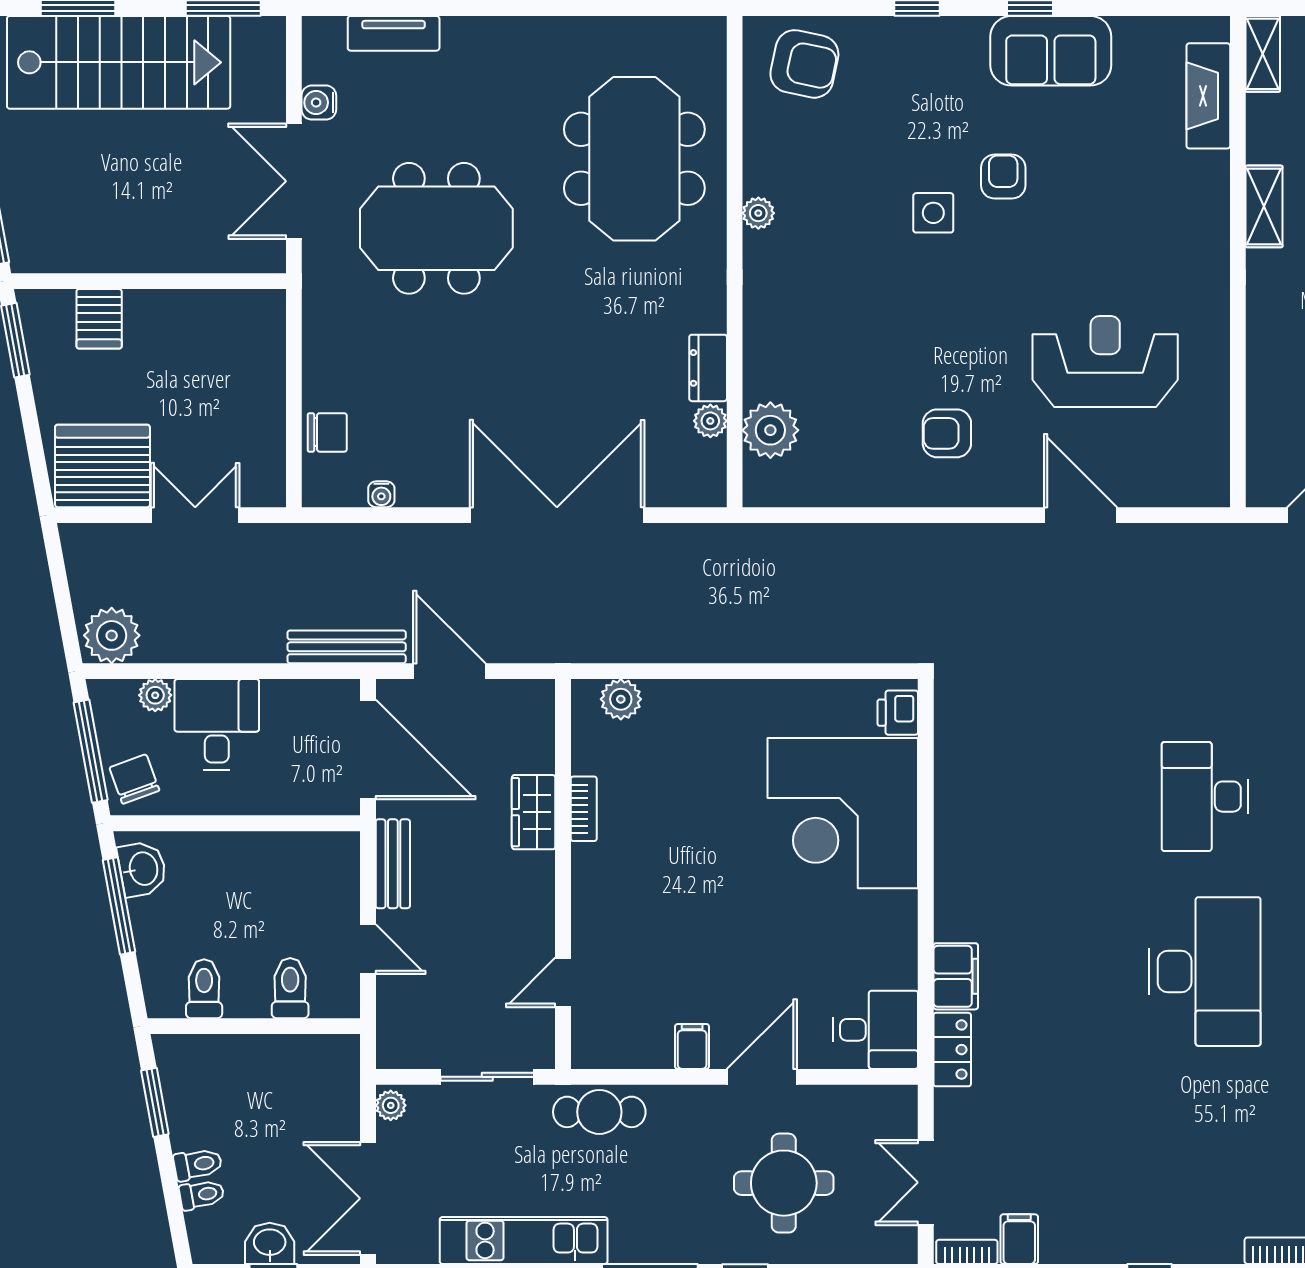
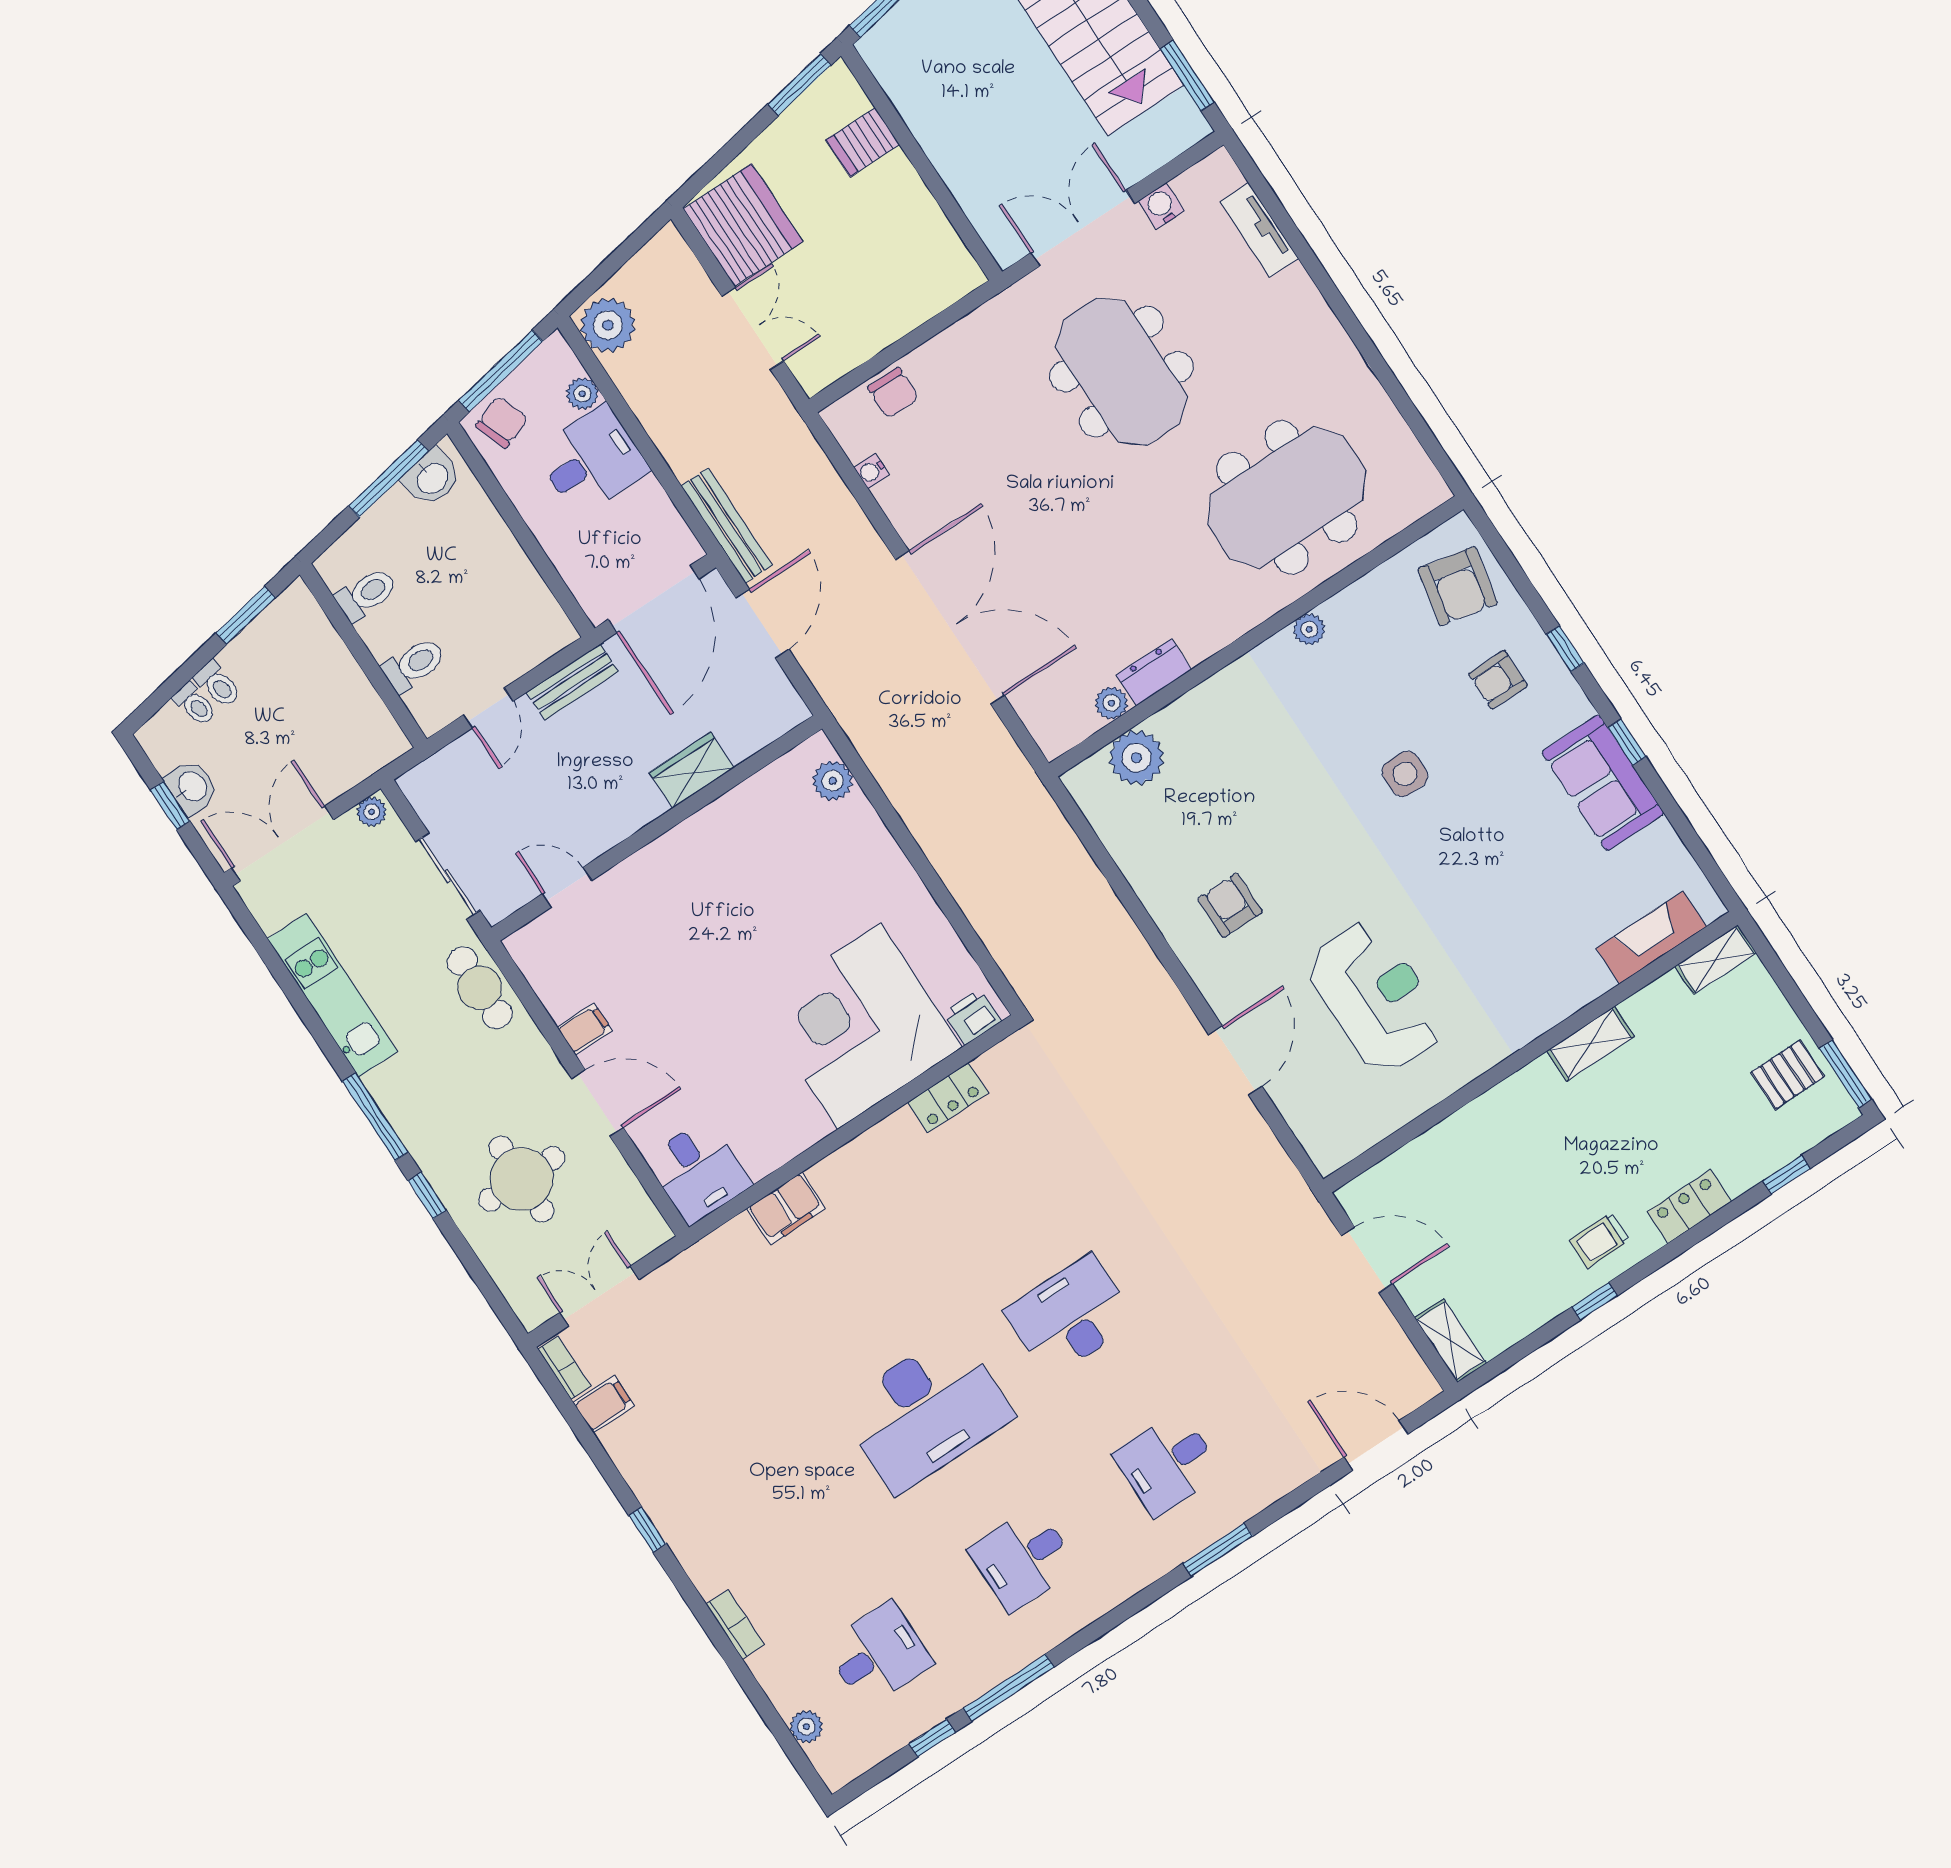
armchair: (1003, 177) -> (1498, 680), moved, turned 180
bookcase: (584, 809) -> (722, 810), removed
locker: (952, 1050) -> (948, 1098), moved

